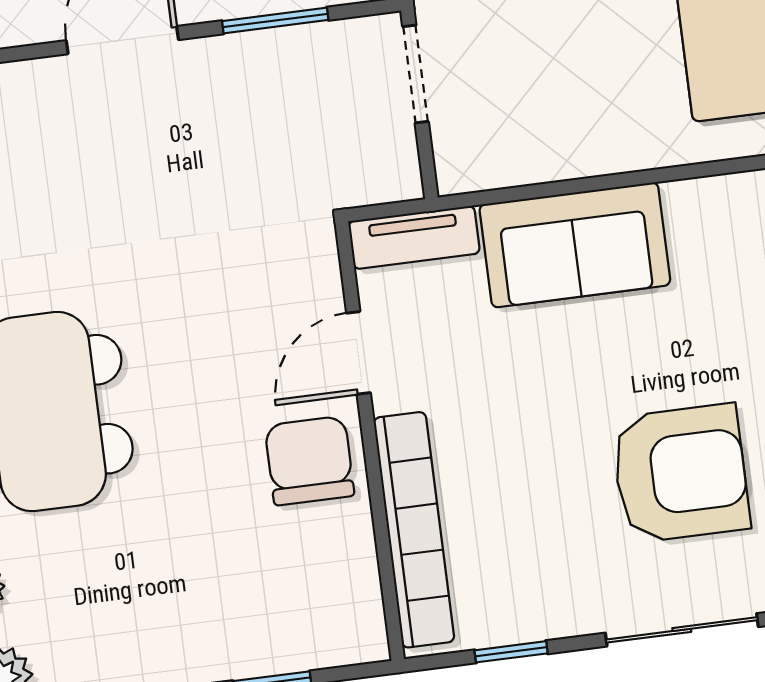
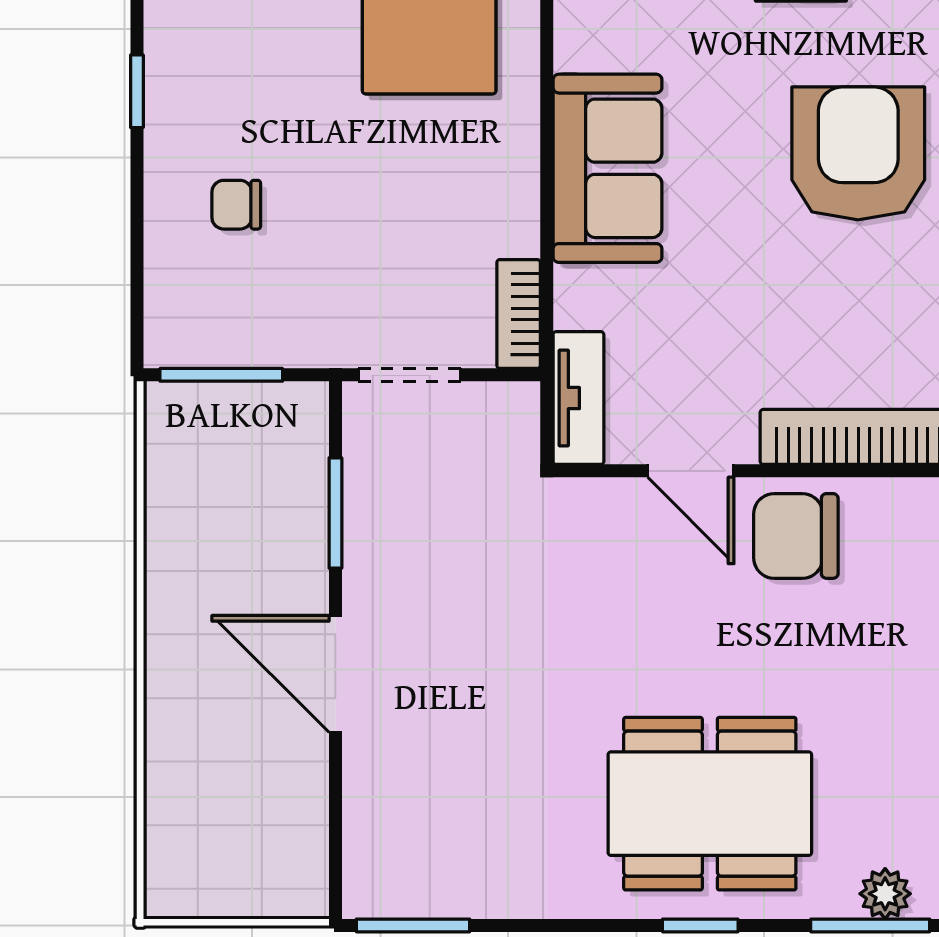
bookcase: (487, 170) -> (519, 314), added
sofa: (575, 245) -> (608, 168), moved

